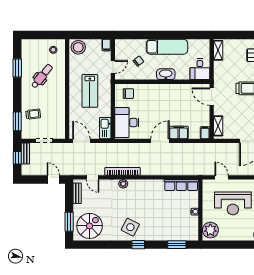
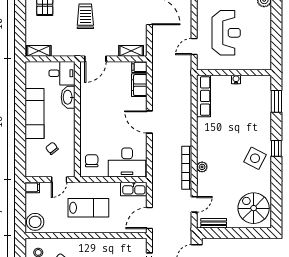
door: (113, 67) -> (59, 180), swing flipped
washbasin: (166, 74) -> (68, 97), moved
filing cabinet: (179, 132) -> (139, 85), moved
window: (69, 222) -> (248, 233), removed
plant: (210, 230) -> (259, 60), removed

